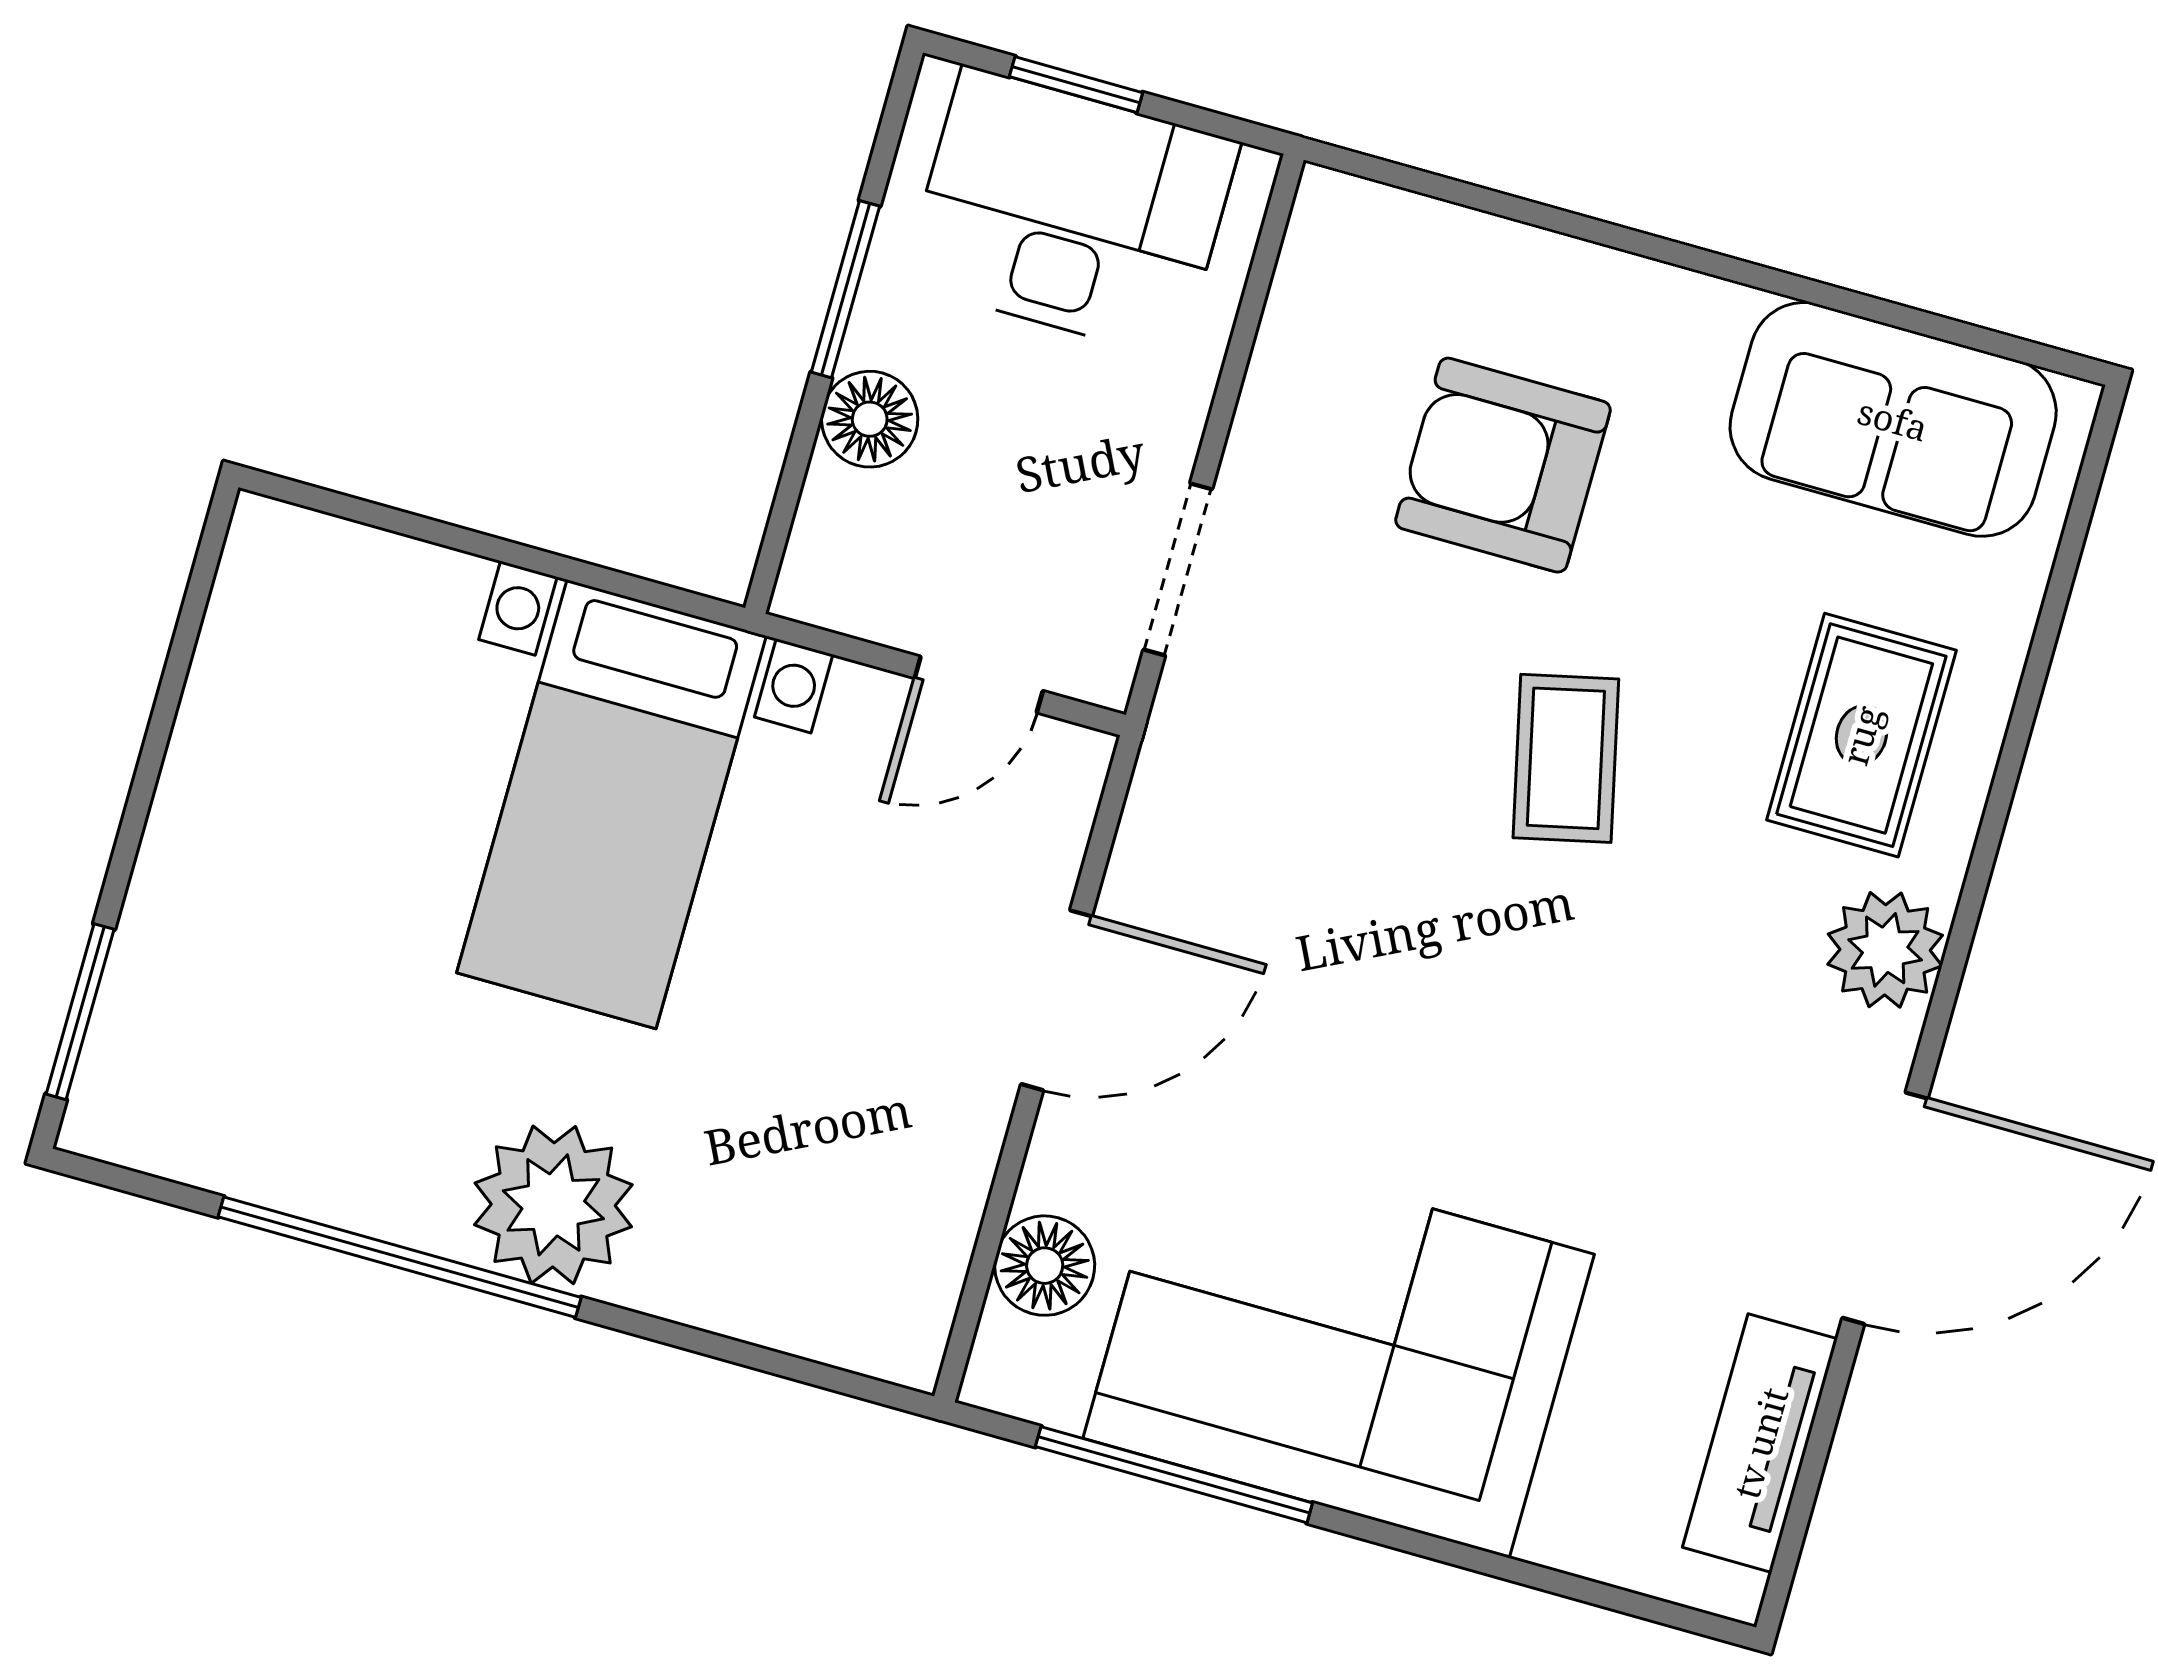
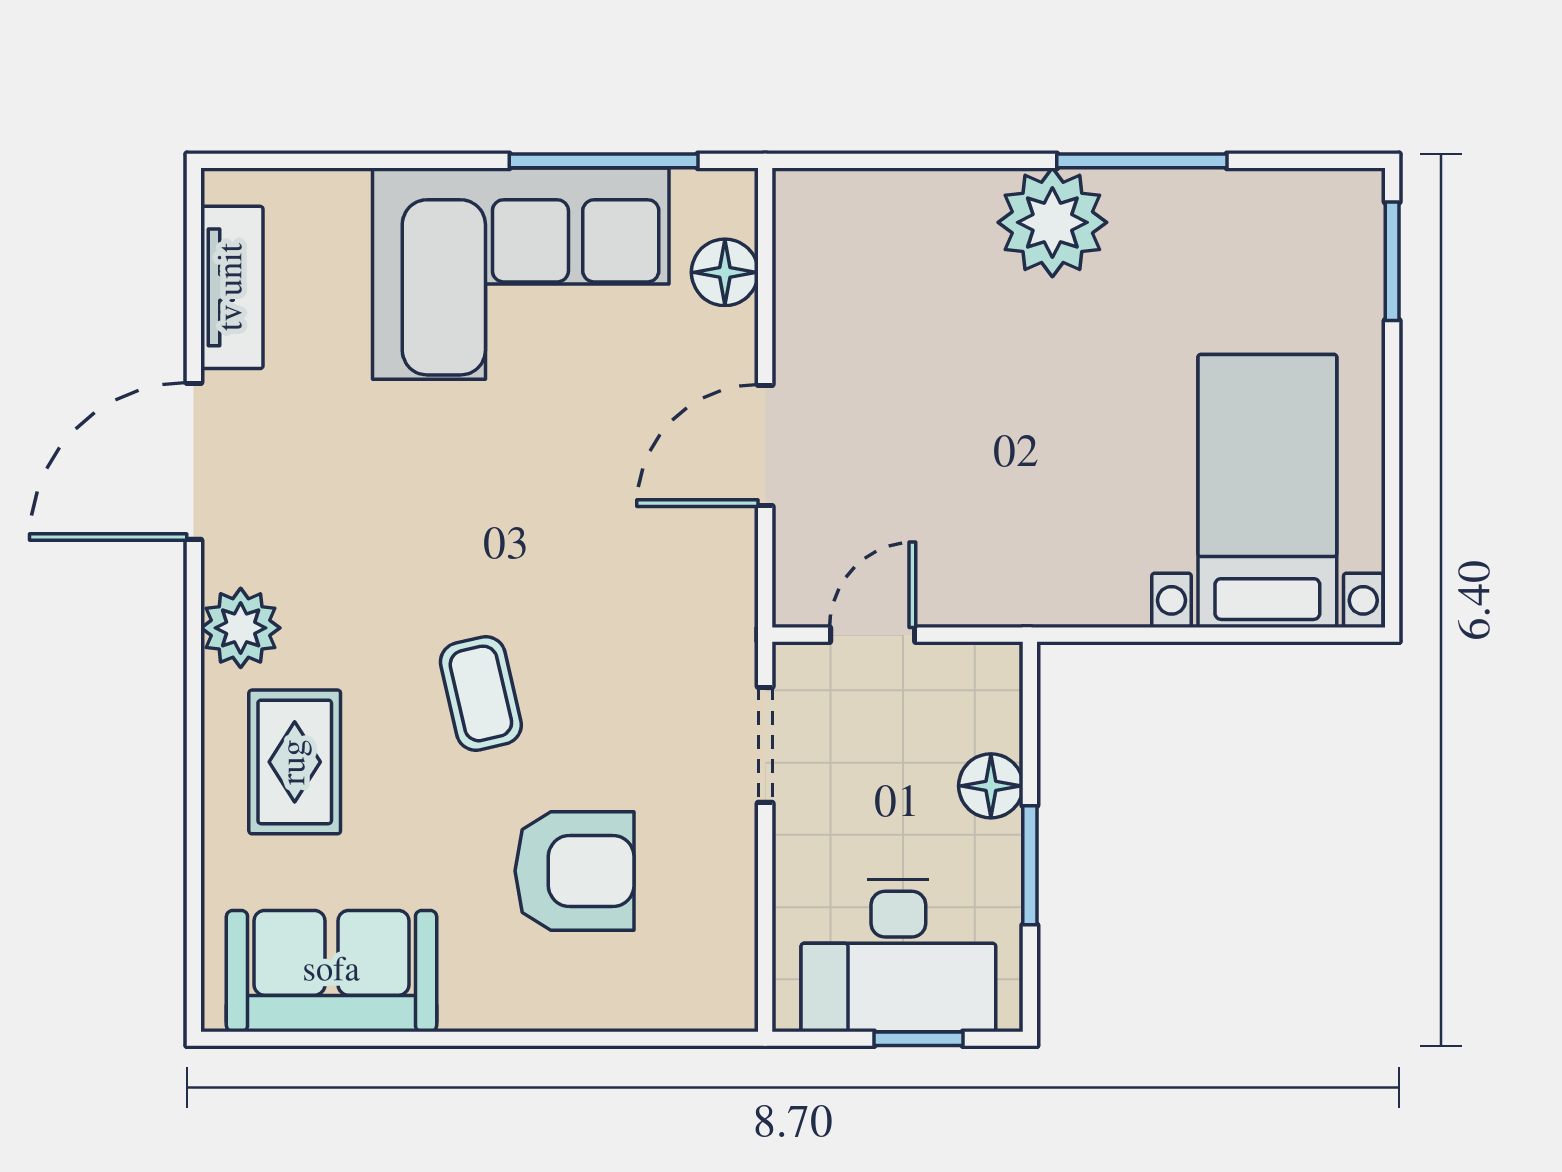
bed with nightstands: (612, 804) -> (1267, 491), moved
window: (400, 1257) -> (1142, 161), width x0.68

